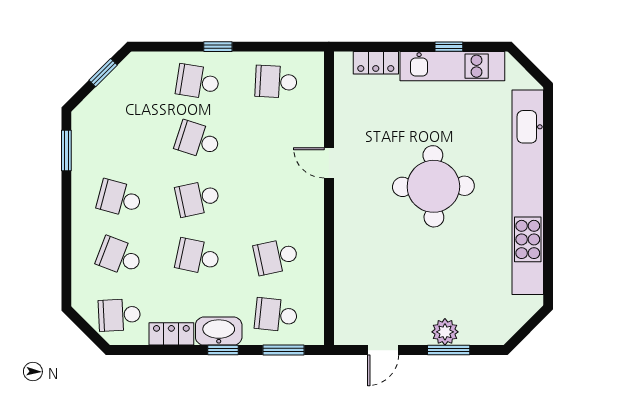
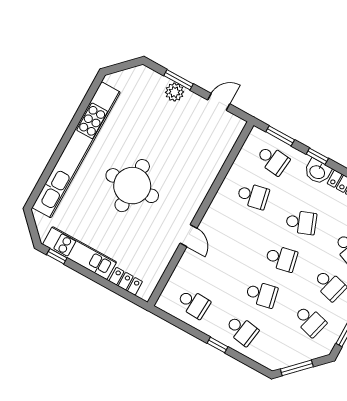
window: (449, 47) -> (57, 256), moved
window: (103, 73) -> (297, 368), width x1.50
school desk: (119, 140) -> (310, 321), added
school desk: (198, 140) -> (262, 294), turned -30
school desk: (198, 257) -> (301, 222), turned -33
washbasin: (219, 331) -> (317, 172), width x0.72

